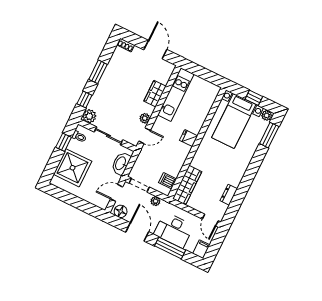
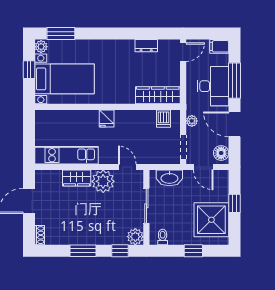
plant: (145, 118) -> (103, 181), width x1.88, depth x1.88
window: (64, 142) -> (193, 251), moved
shower: (73, 168) -> (211, 220), moved
window: (78, 203) -> (234, 203), added
door: (137, 232) -> (234, 124), hinge flipped

